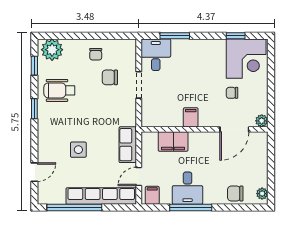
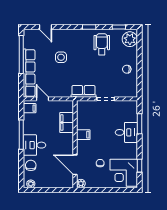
desk: (156, 55) -> (126, 132), moved
chair: (110, 77) -> (111, 79), removed
row of seats: (128, 145) -> (83, 91), moved
desk: (188, 188) -> (34, 145), moved

